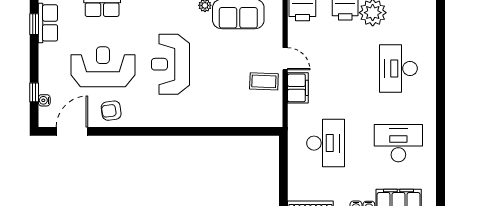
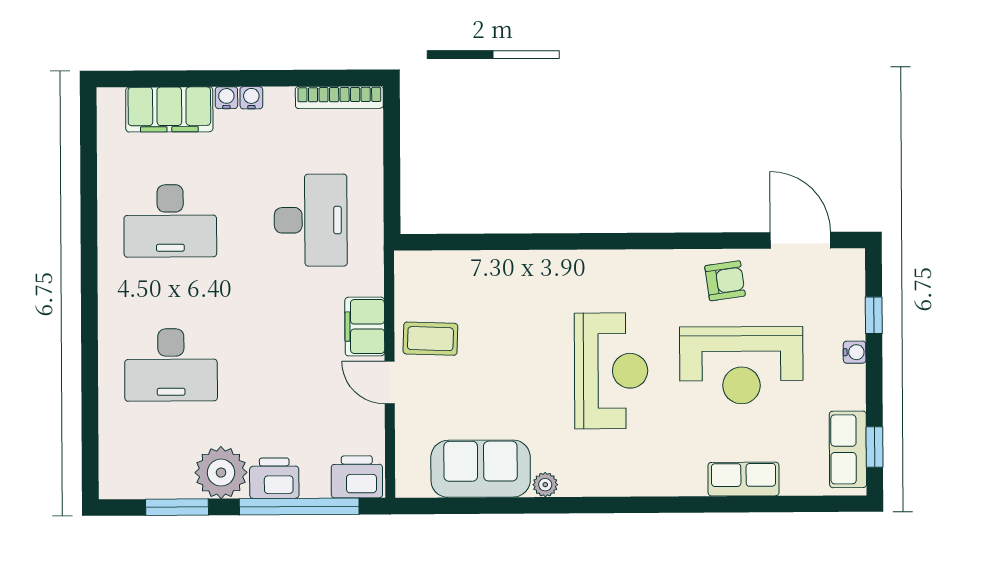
desk: (398, 68) -> (171, 365), turned 90
water cooler: (44, 100) -> (855, 352), moved
door: (72, 131) -> (800, 240), swing flipped
desk: (326, 143) -> (311, 220), turned 180

